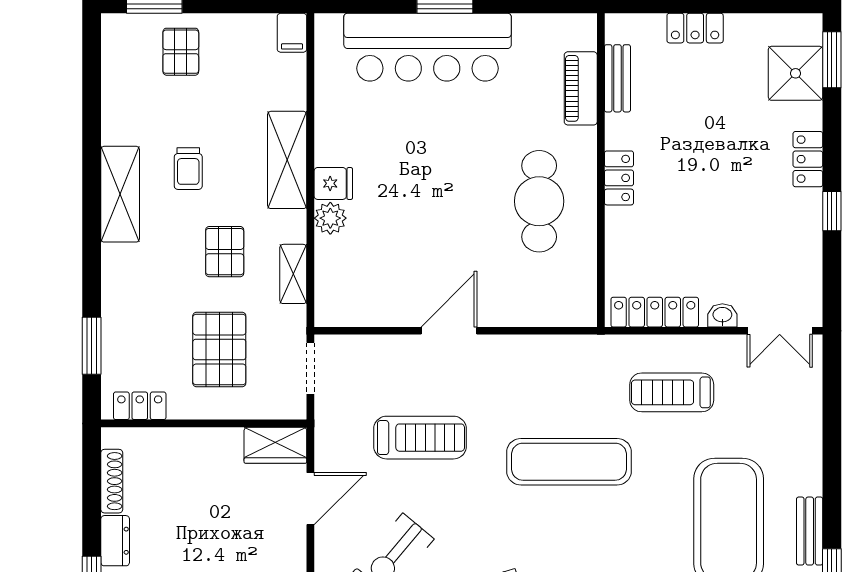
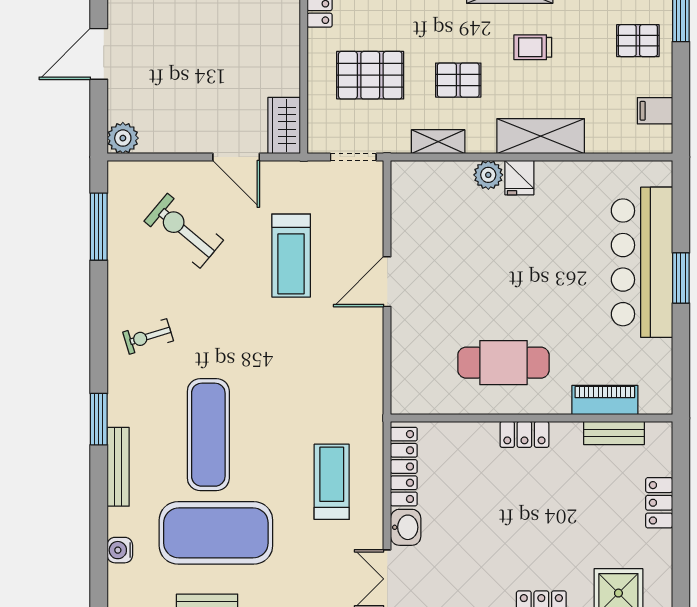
filing cabinet: (292, 33) -> (655, 111), moved
washbasin: (722, 315) -> (406, 527), width x1.38, depth x1.45
door: (449, 331) -> (387, 282), swing flipped
exercise mat: (569, 462) -> (208, 435), moved

